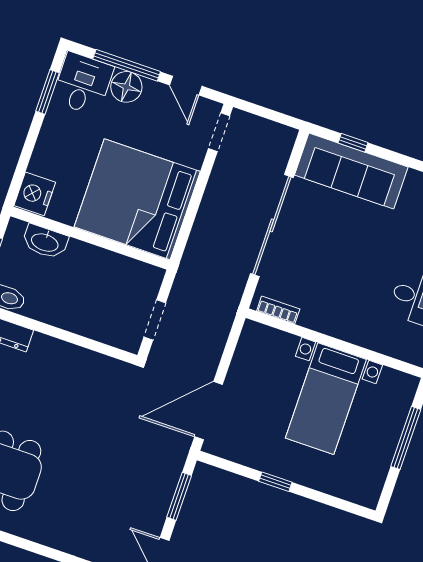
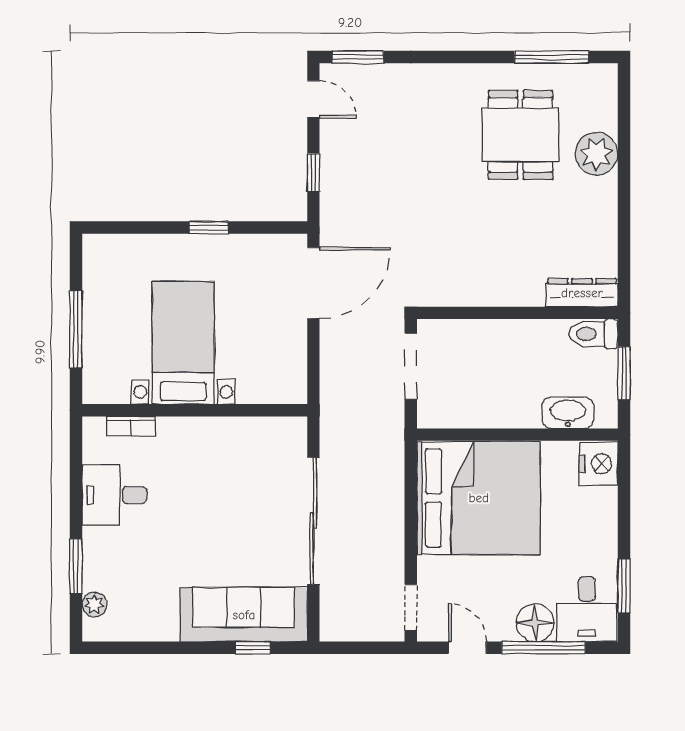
bookcase: (278, 310) -> (131, 426), moved
doorway: (155, 320) -> (411, 366), width x1.38
window: (179, 496) -> (313, 173), width x0.67

